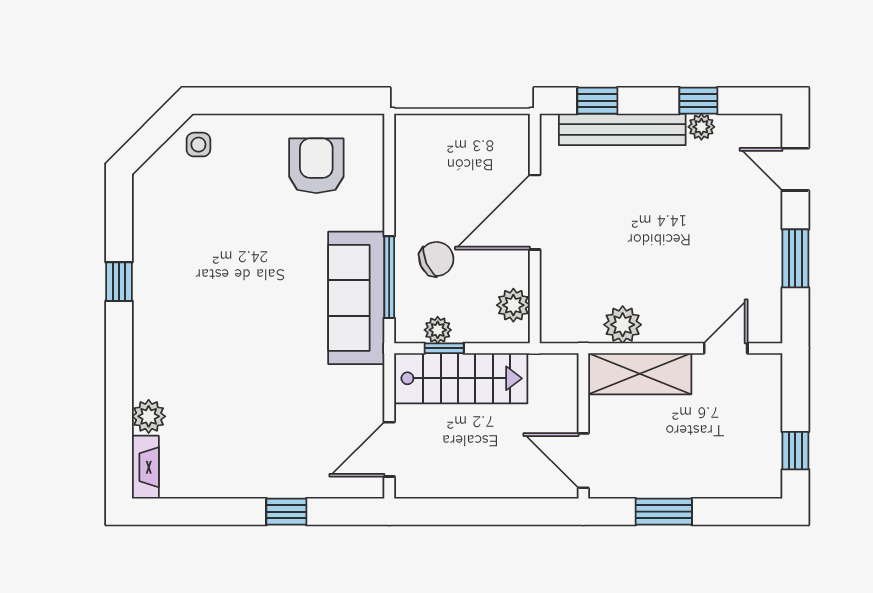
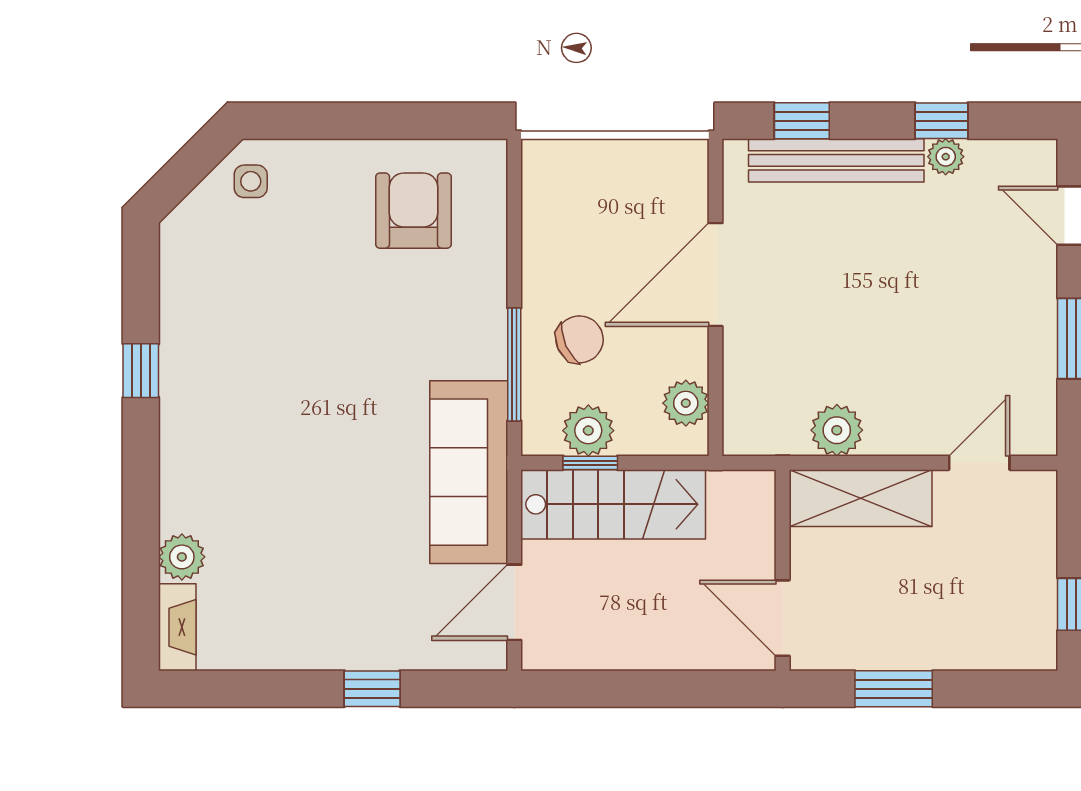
sofa: (356, 298) -> (469, 472), moved
plant: (438, 330) -> (588, 431), width x1.38, depth x1.38

